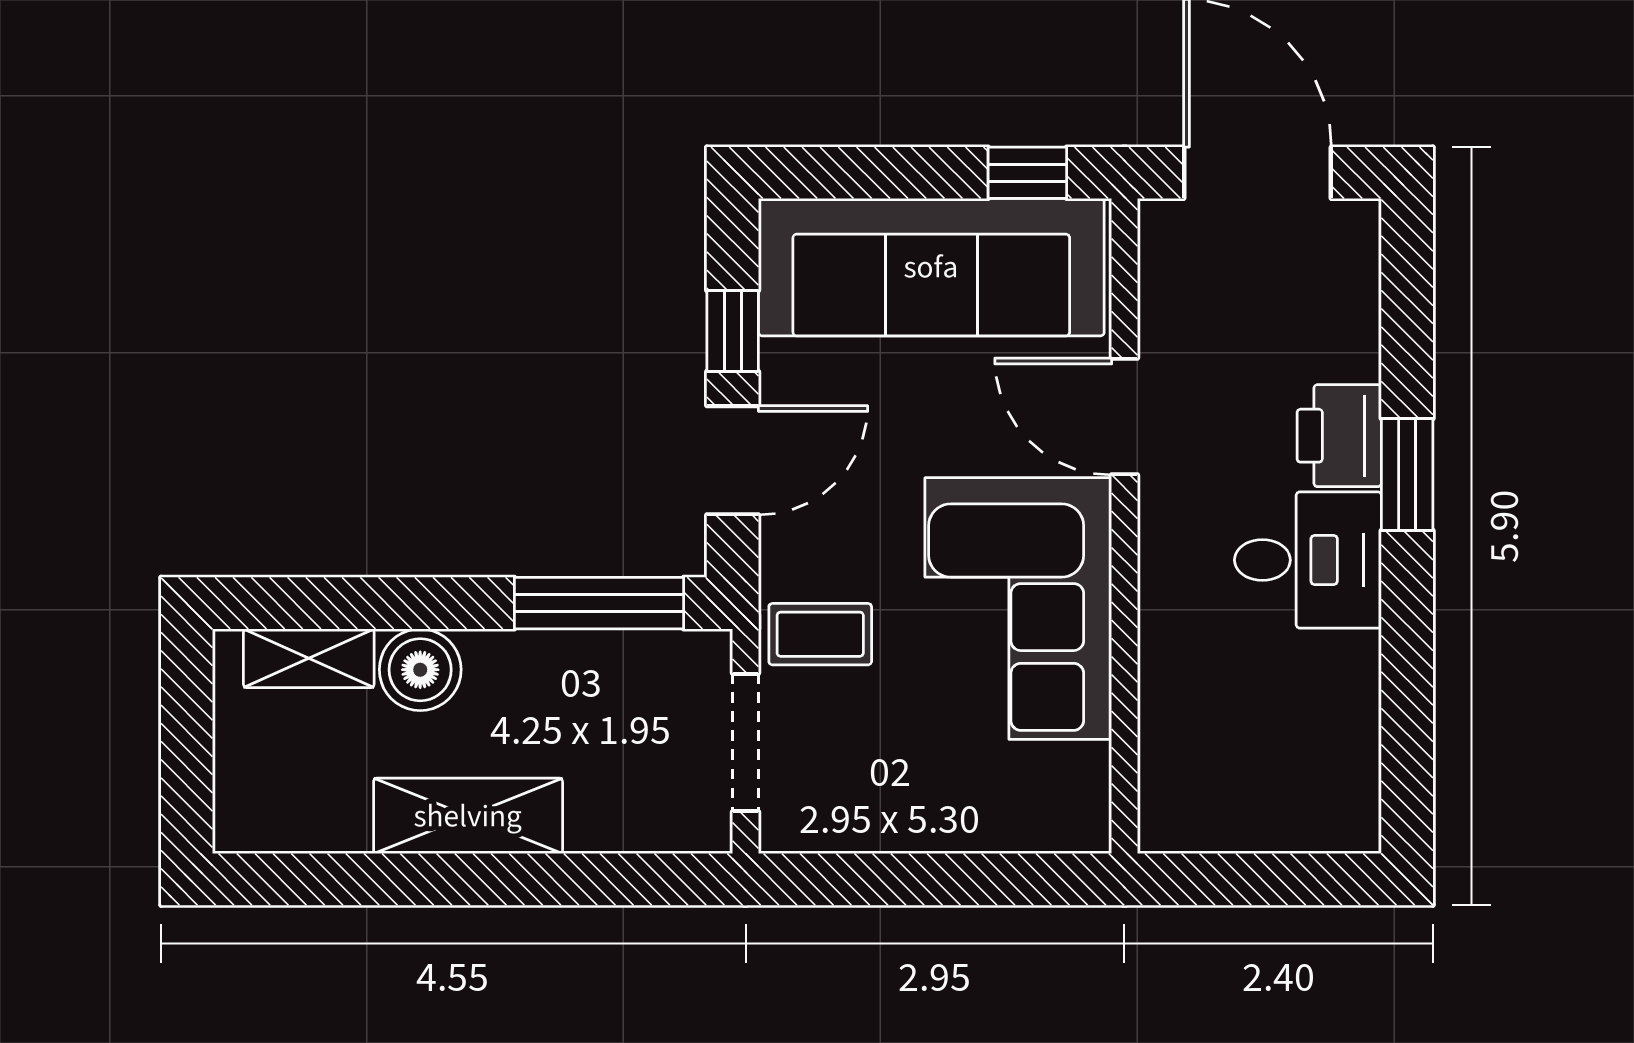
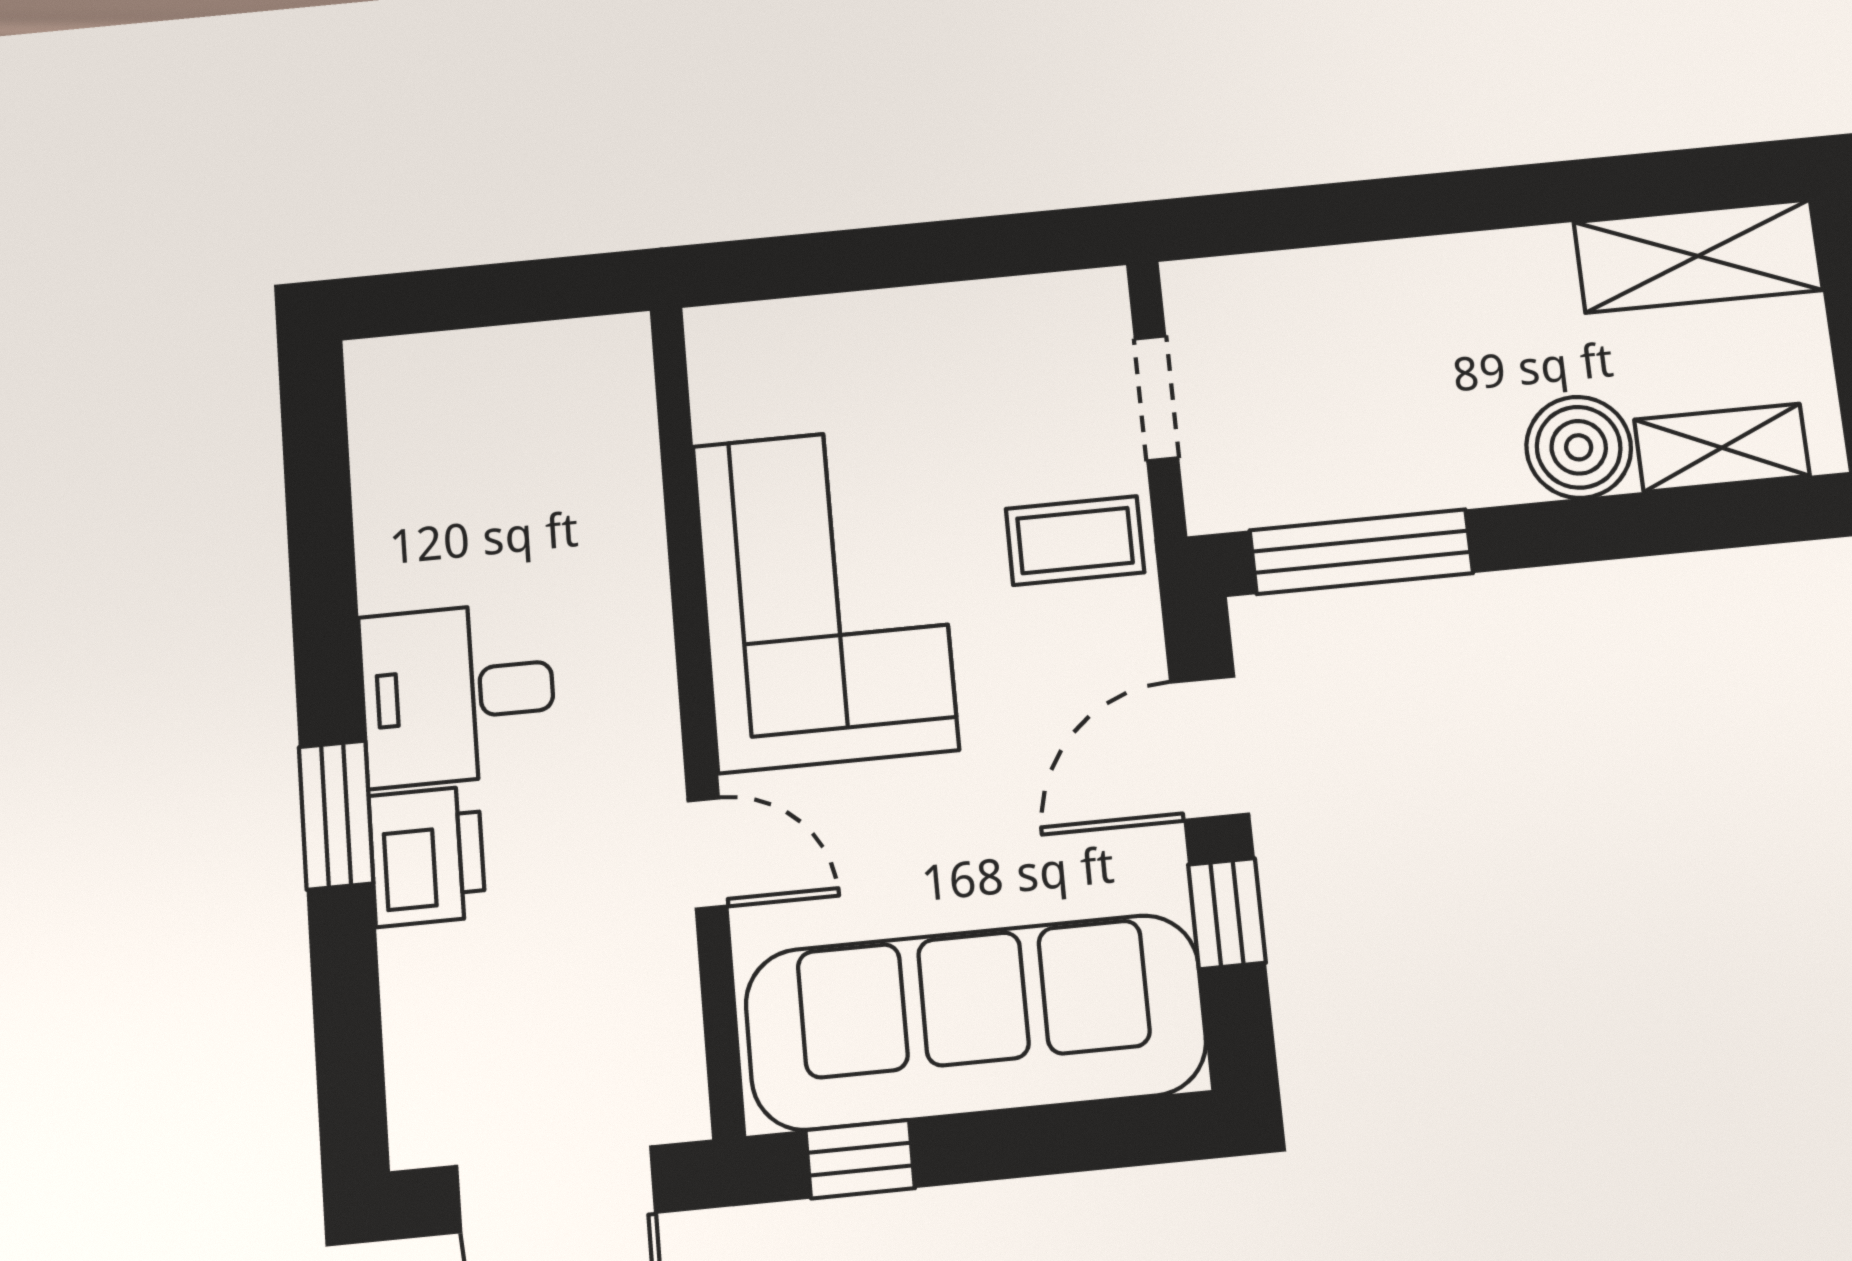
door: (1124, 417) -> (707, 853), width x0.73
doorway: (746, 742) -> (1156, 398), width x0.73
shelving: (468, 816) -> (1698, 256), moved

